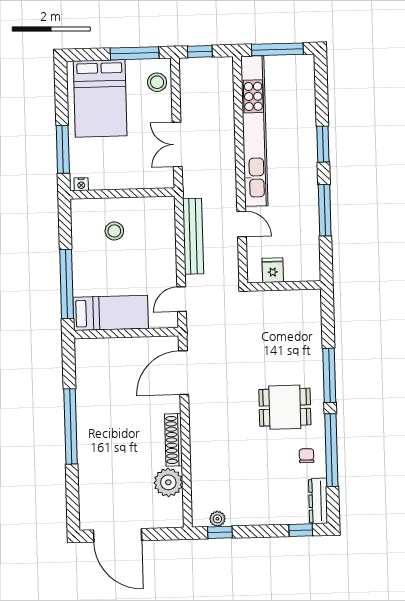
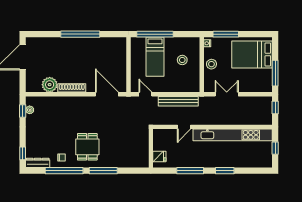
window: (277, 49) -> (275, 148), width x0.46
stool: (157, 82) -> (211, 64), moved
fridge: (273, 270) -> (159, 157), moved
bed: (111, 313) -> (155, 57), moved

